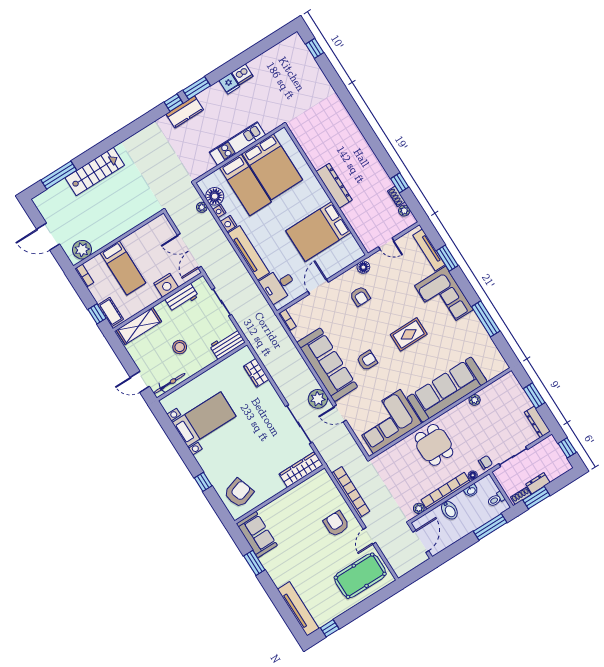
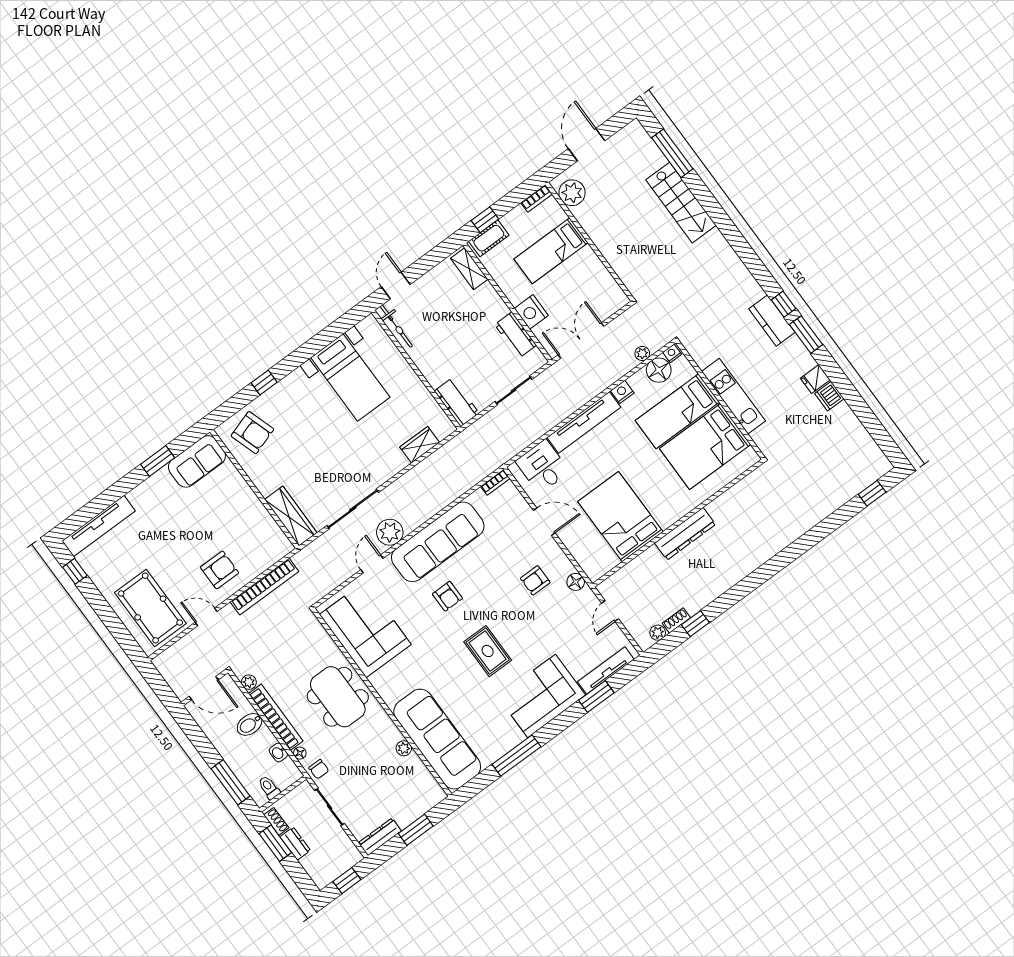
nightstand: (219, 211) -> (672, 353), moved
shelving: (139, 326) -> (469, 269), width x0.67, depth x0.75
stool: (180, 347) -> (448, 337), removed
sofa: (447, 390) -> (437, 739), moved
dining table: (434, 445) -> (338, 697), width x1.37

